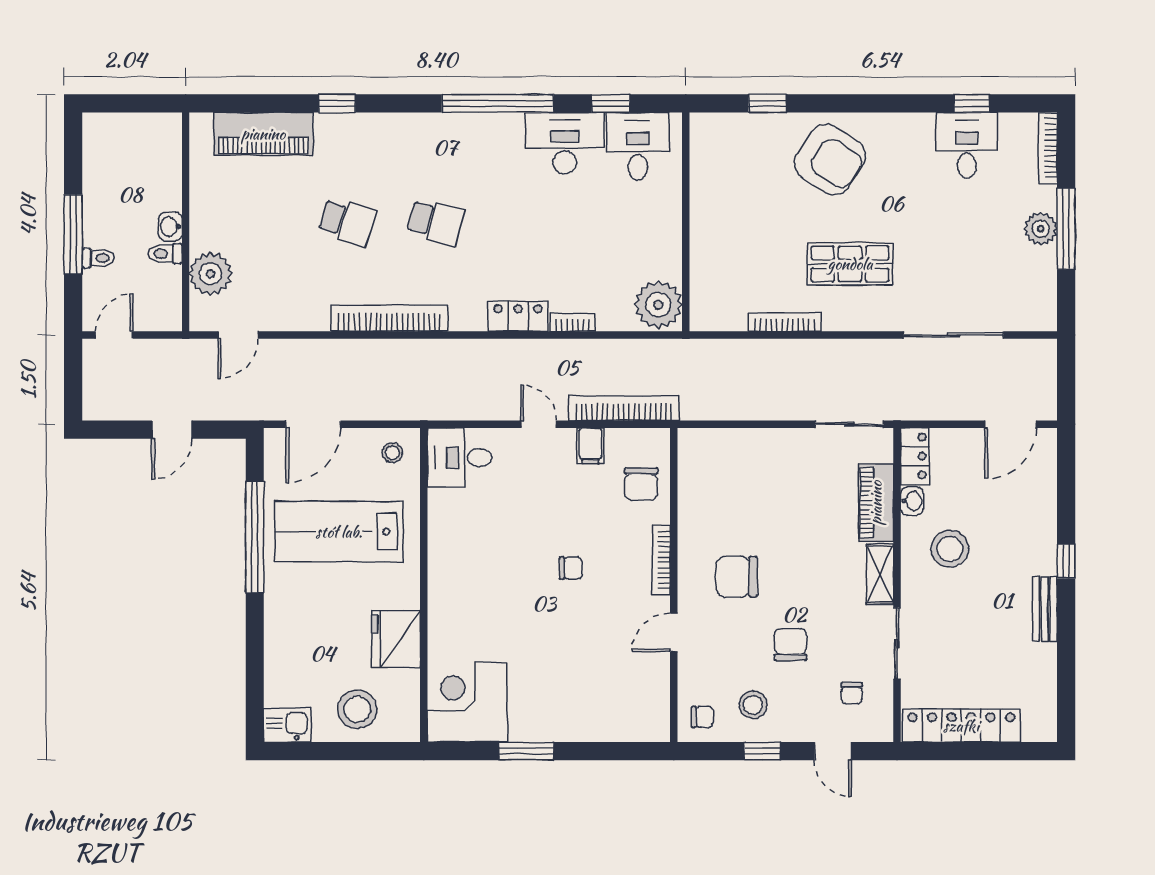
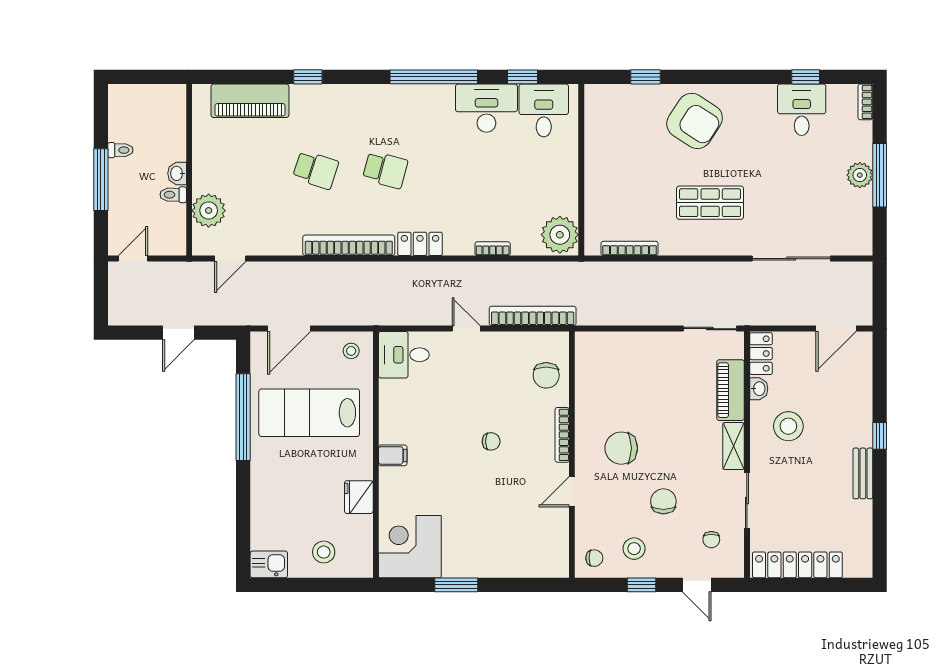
bookcase: (1048, 148) -> (865, 102), width x0.64
toilet: (98, 258) -> (120, 150), moved
locker: (518, 316) -> (420, 244), moved
bookcase: (785, 322) -> (630, 248), moved
filing cabinet: (590, 446) -> (393, 455), moved, turned -90
fridge: (396, 639) -> (359, 497), width x0.73, depth x0.75
stool: (357, 709) -> (324, 552), width x0.73, depth x0.73

